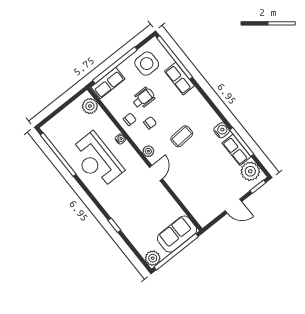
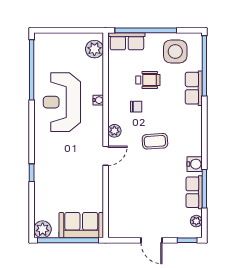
chair: (130, 119) -> (120, 89), removed
plant: (250, 171) -> (196, 221), width x0.53, depth x0.53

